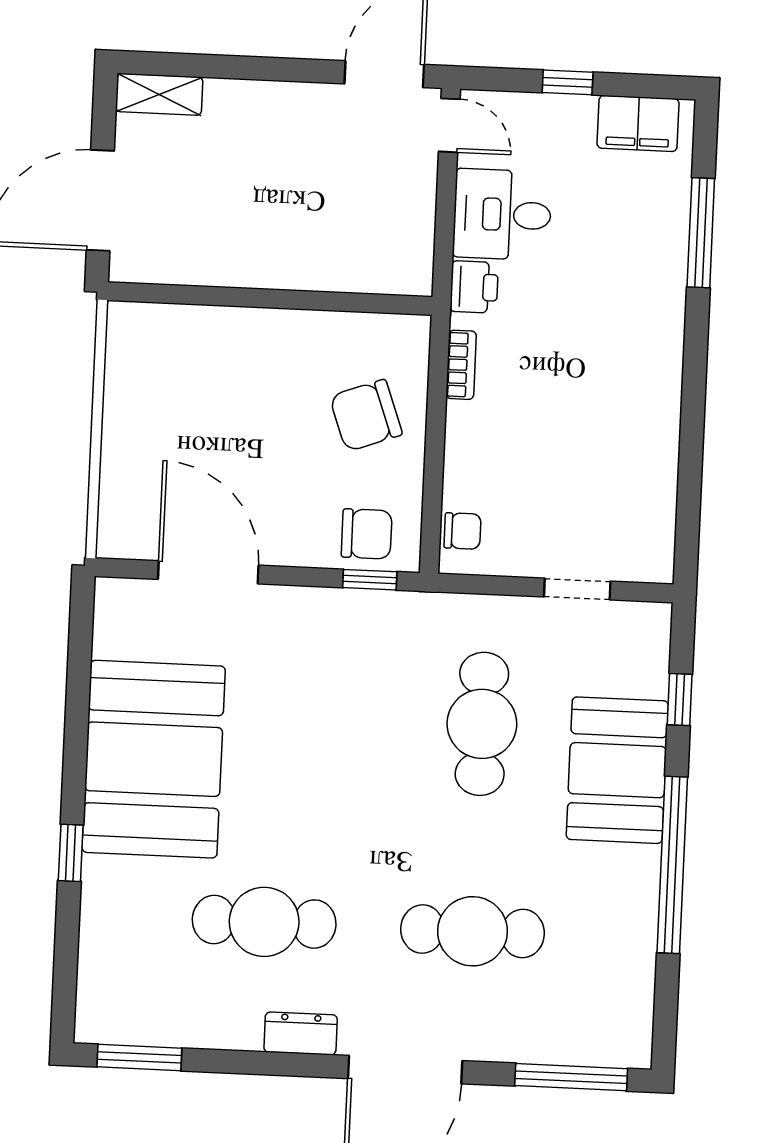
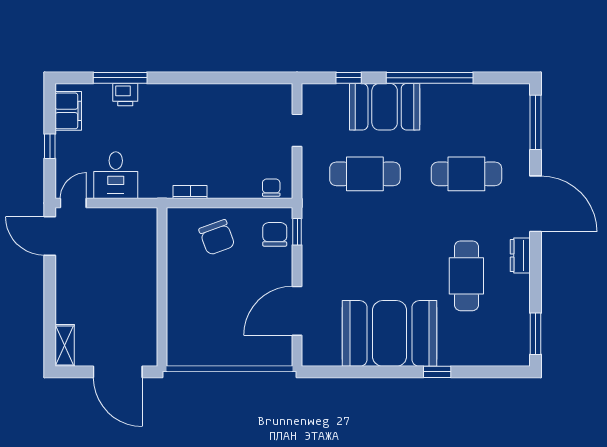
printer: (474, 287) -> (125, 95), moved, turned 180
cafe table: (473, 931) -> (466, 174), turned 90

